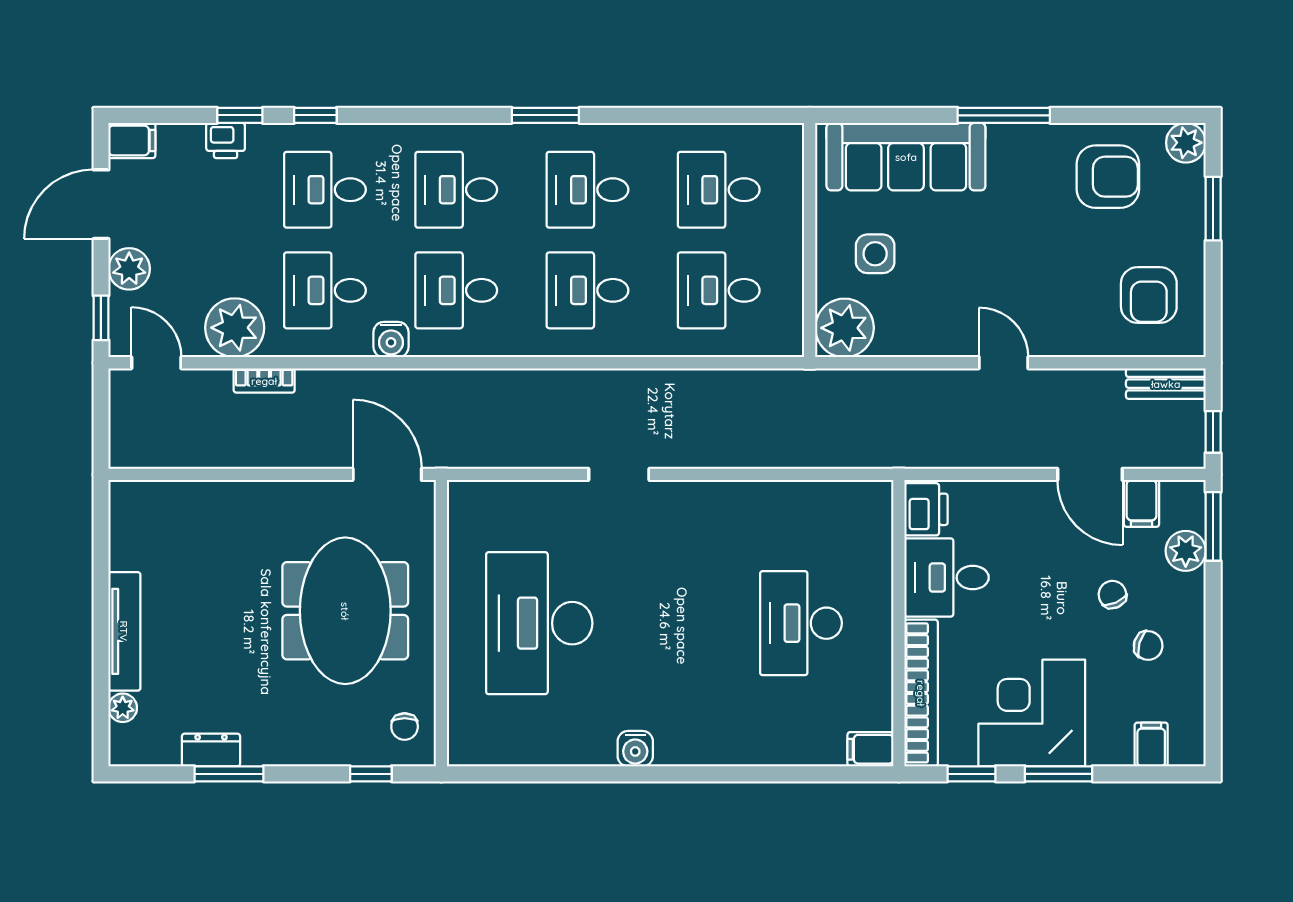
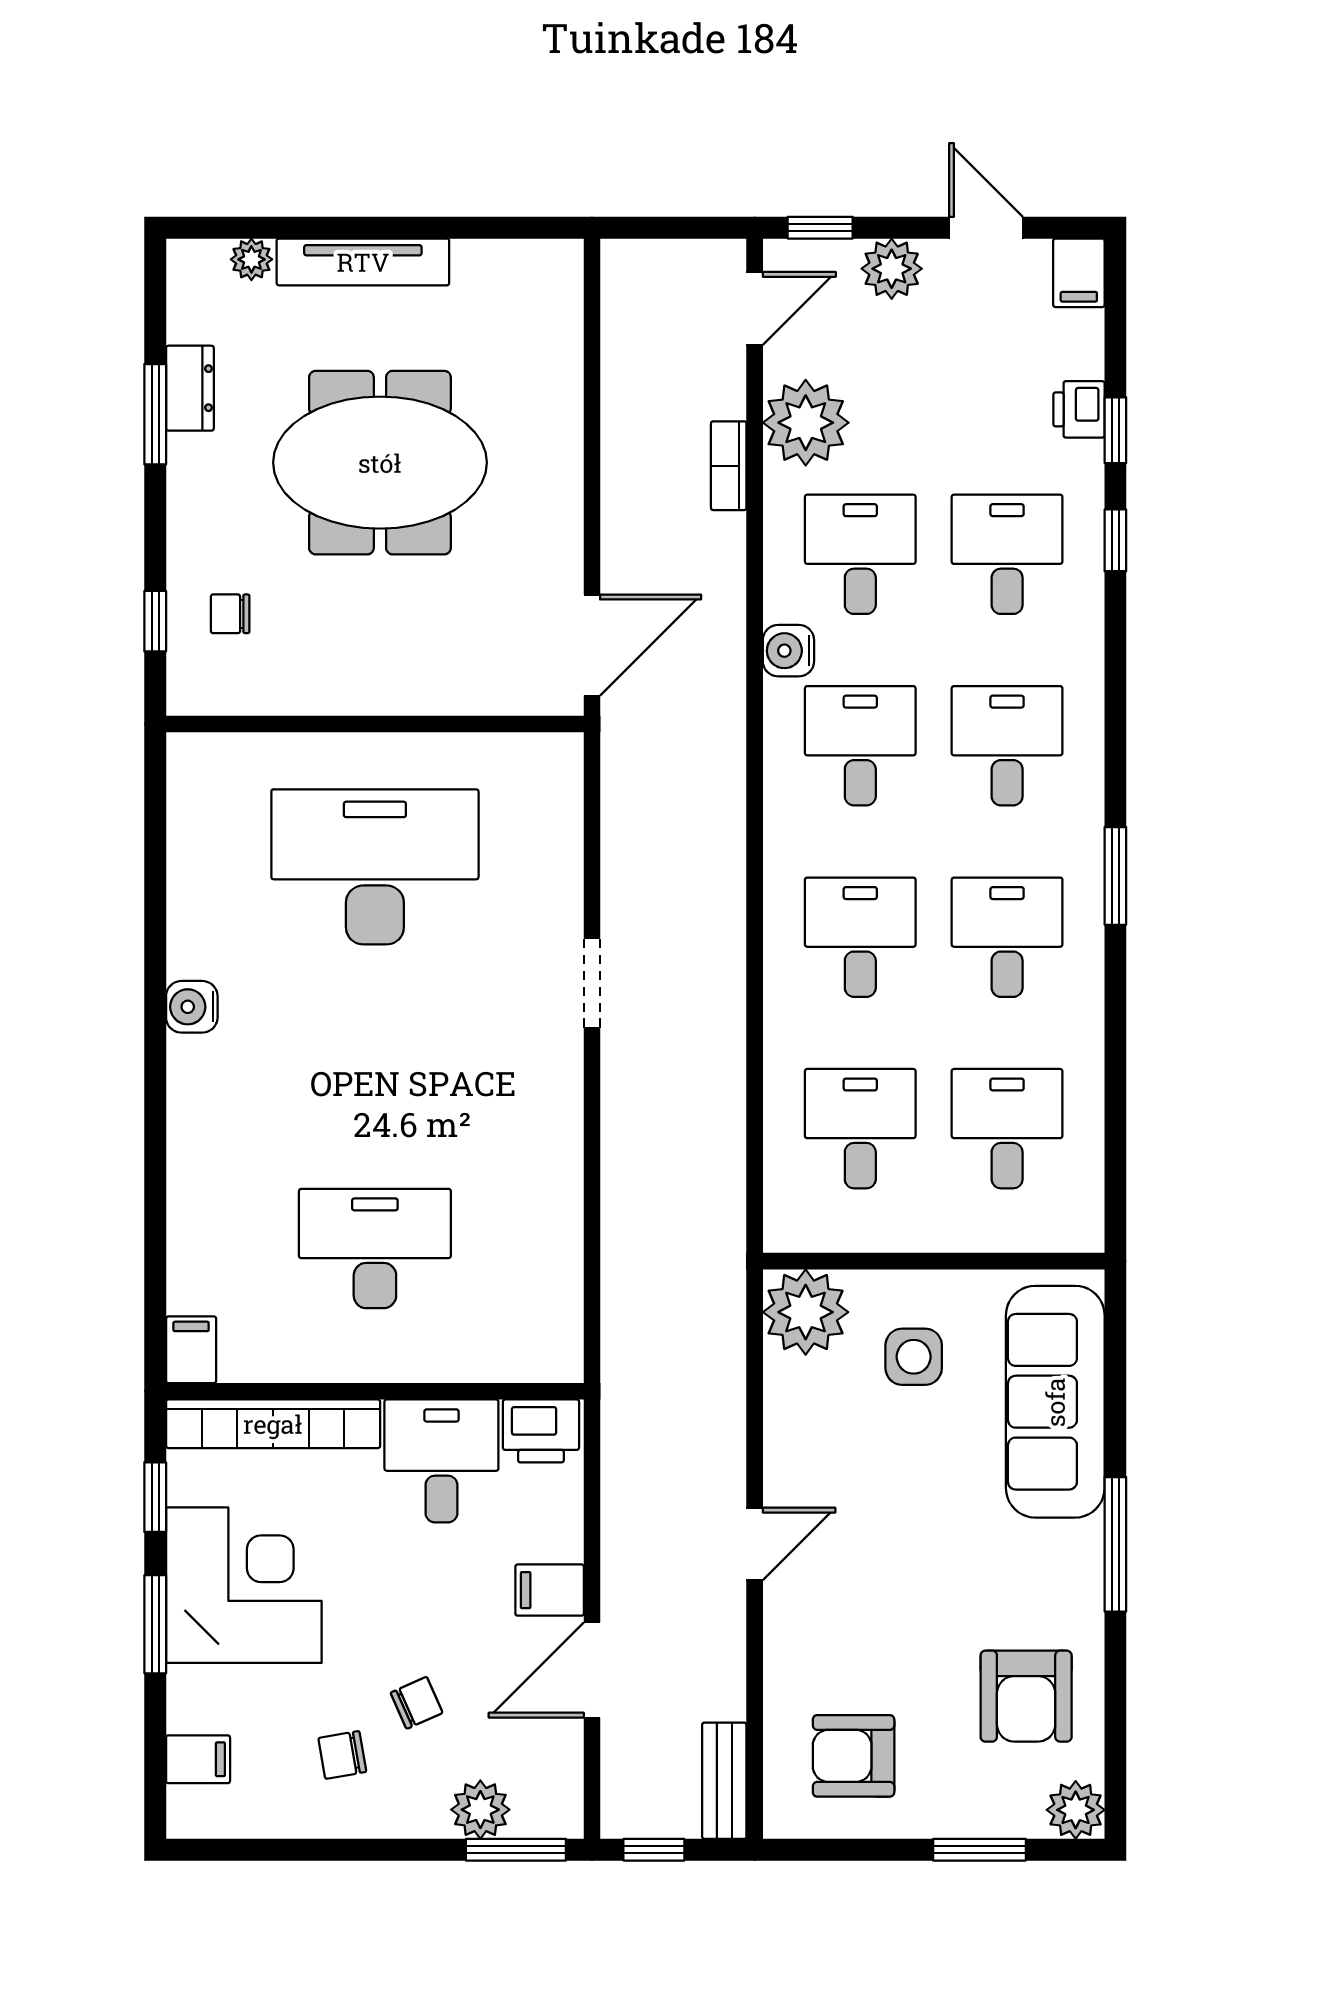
door: (101, 204) -> (986, 228), width x0.73
filing cabinet: (1142, 503) -> (550, 1590), moved
meeting table: (345, 611) -> (380, 463), moved
chair: (1148, 646) -> (342, 1755), turned 64
chair: (405, 727) -> (230, 614), moved

